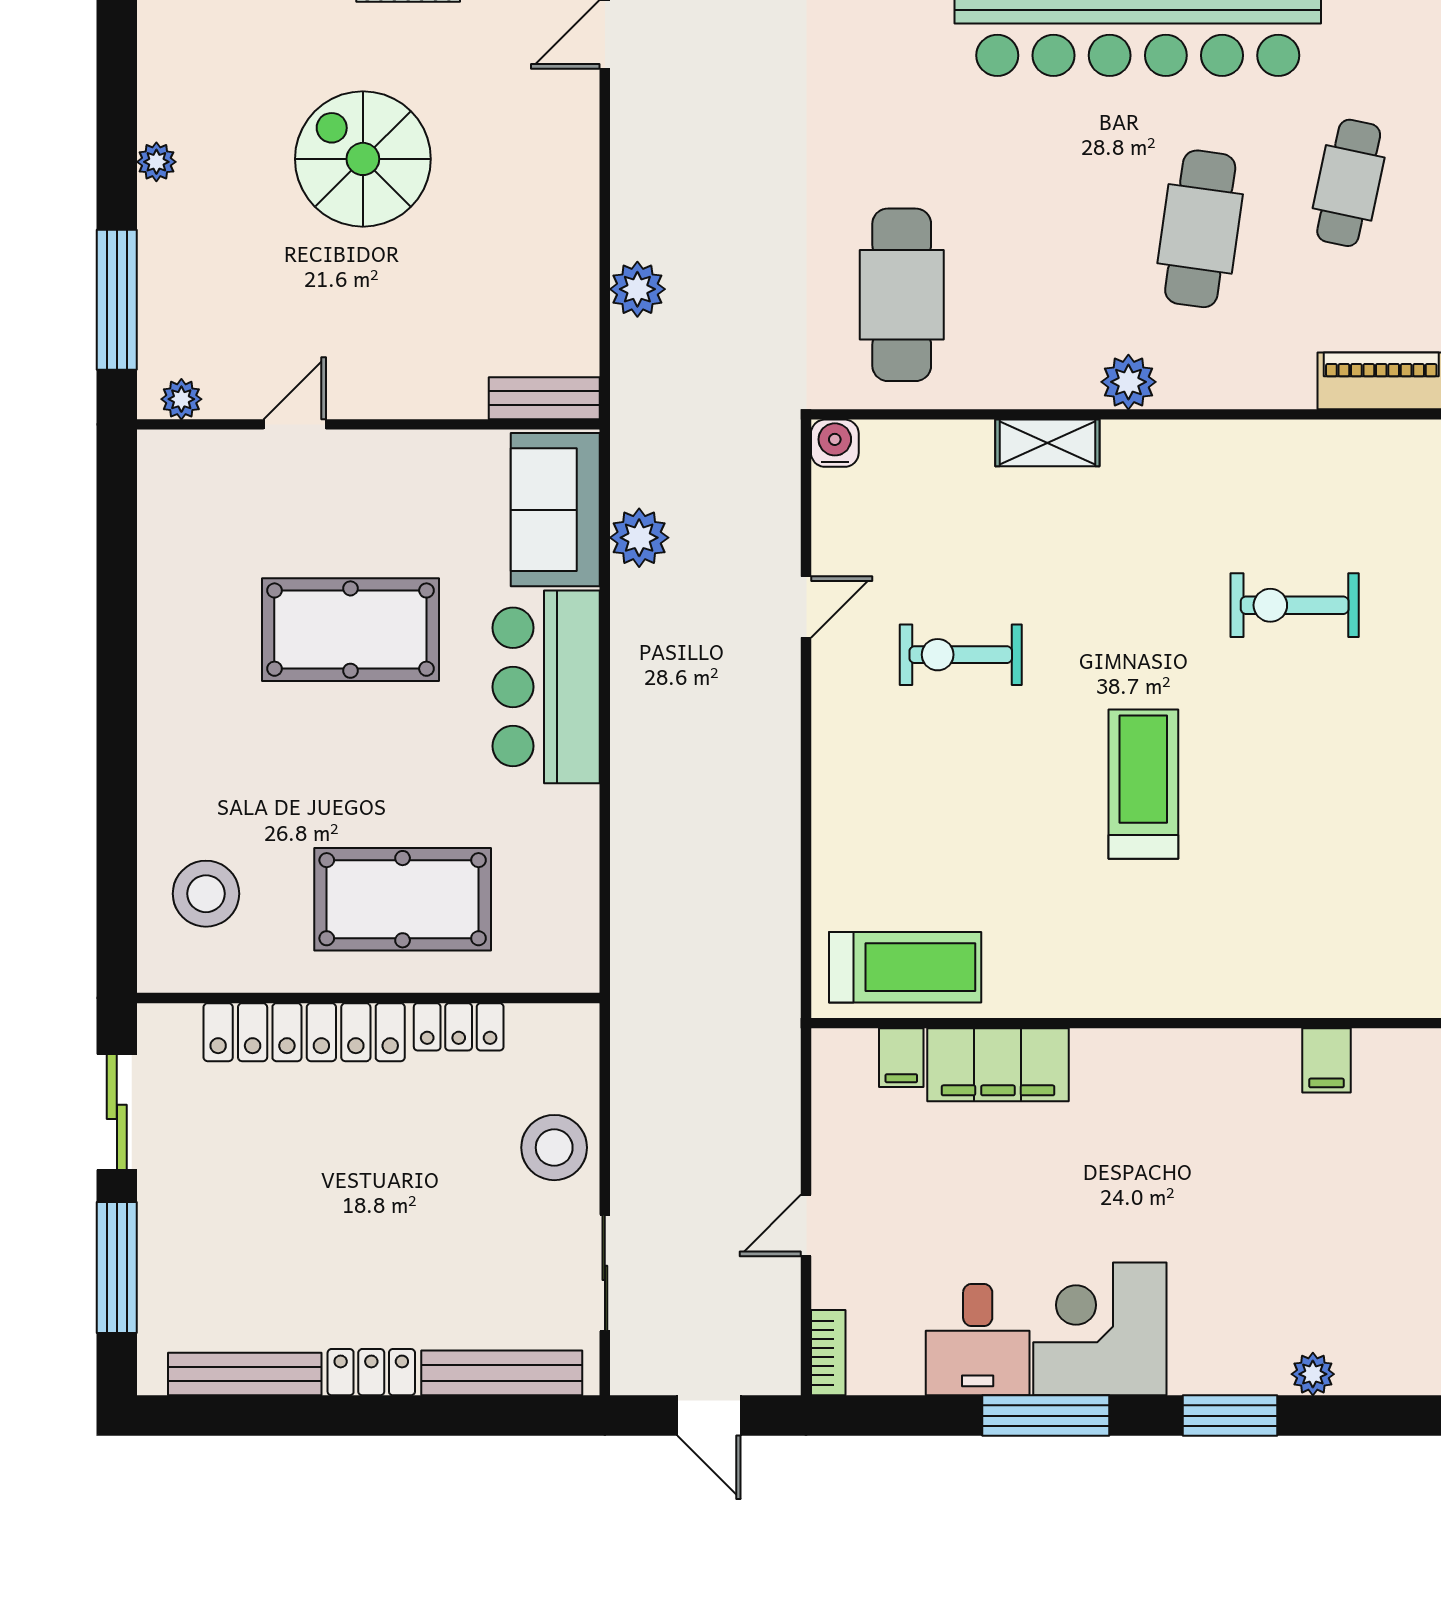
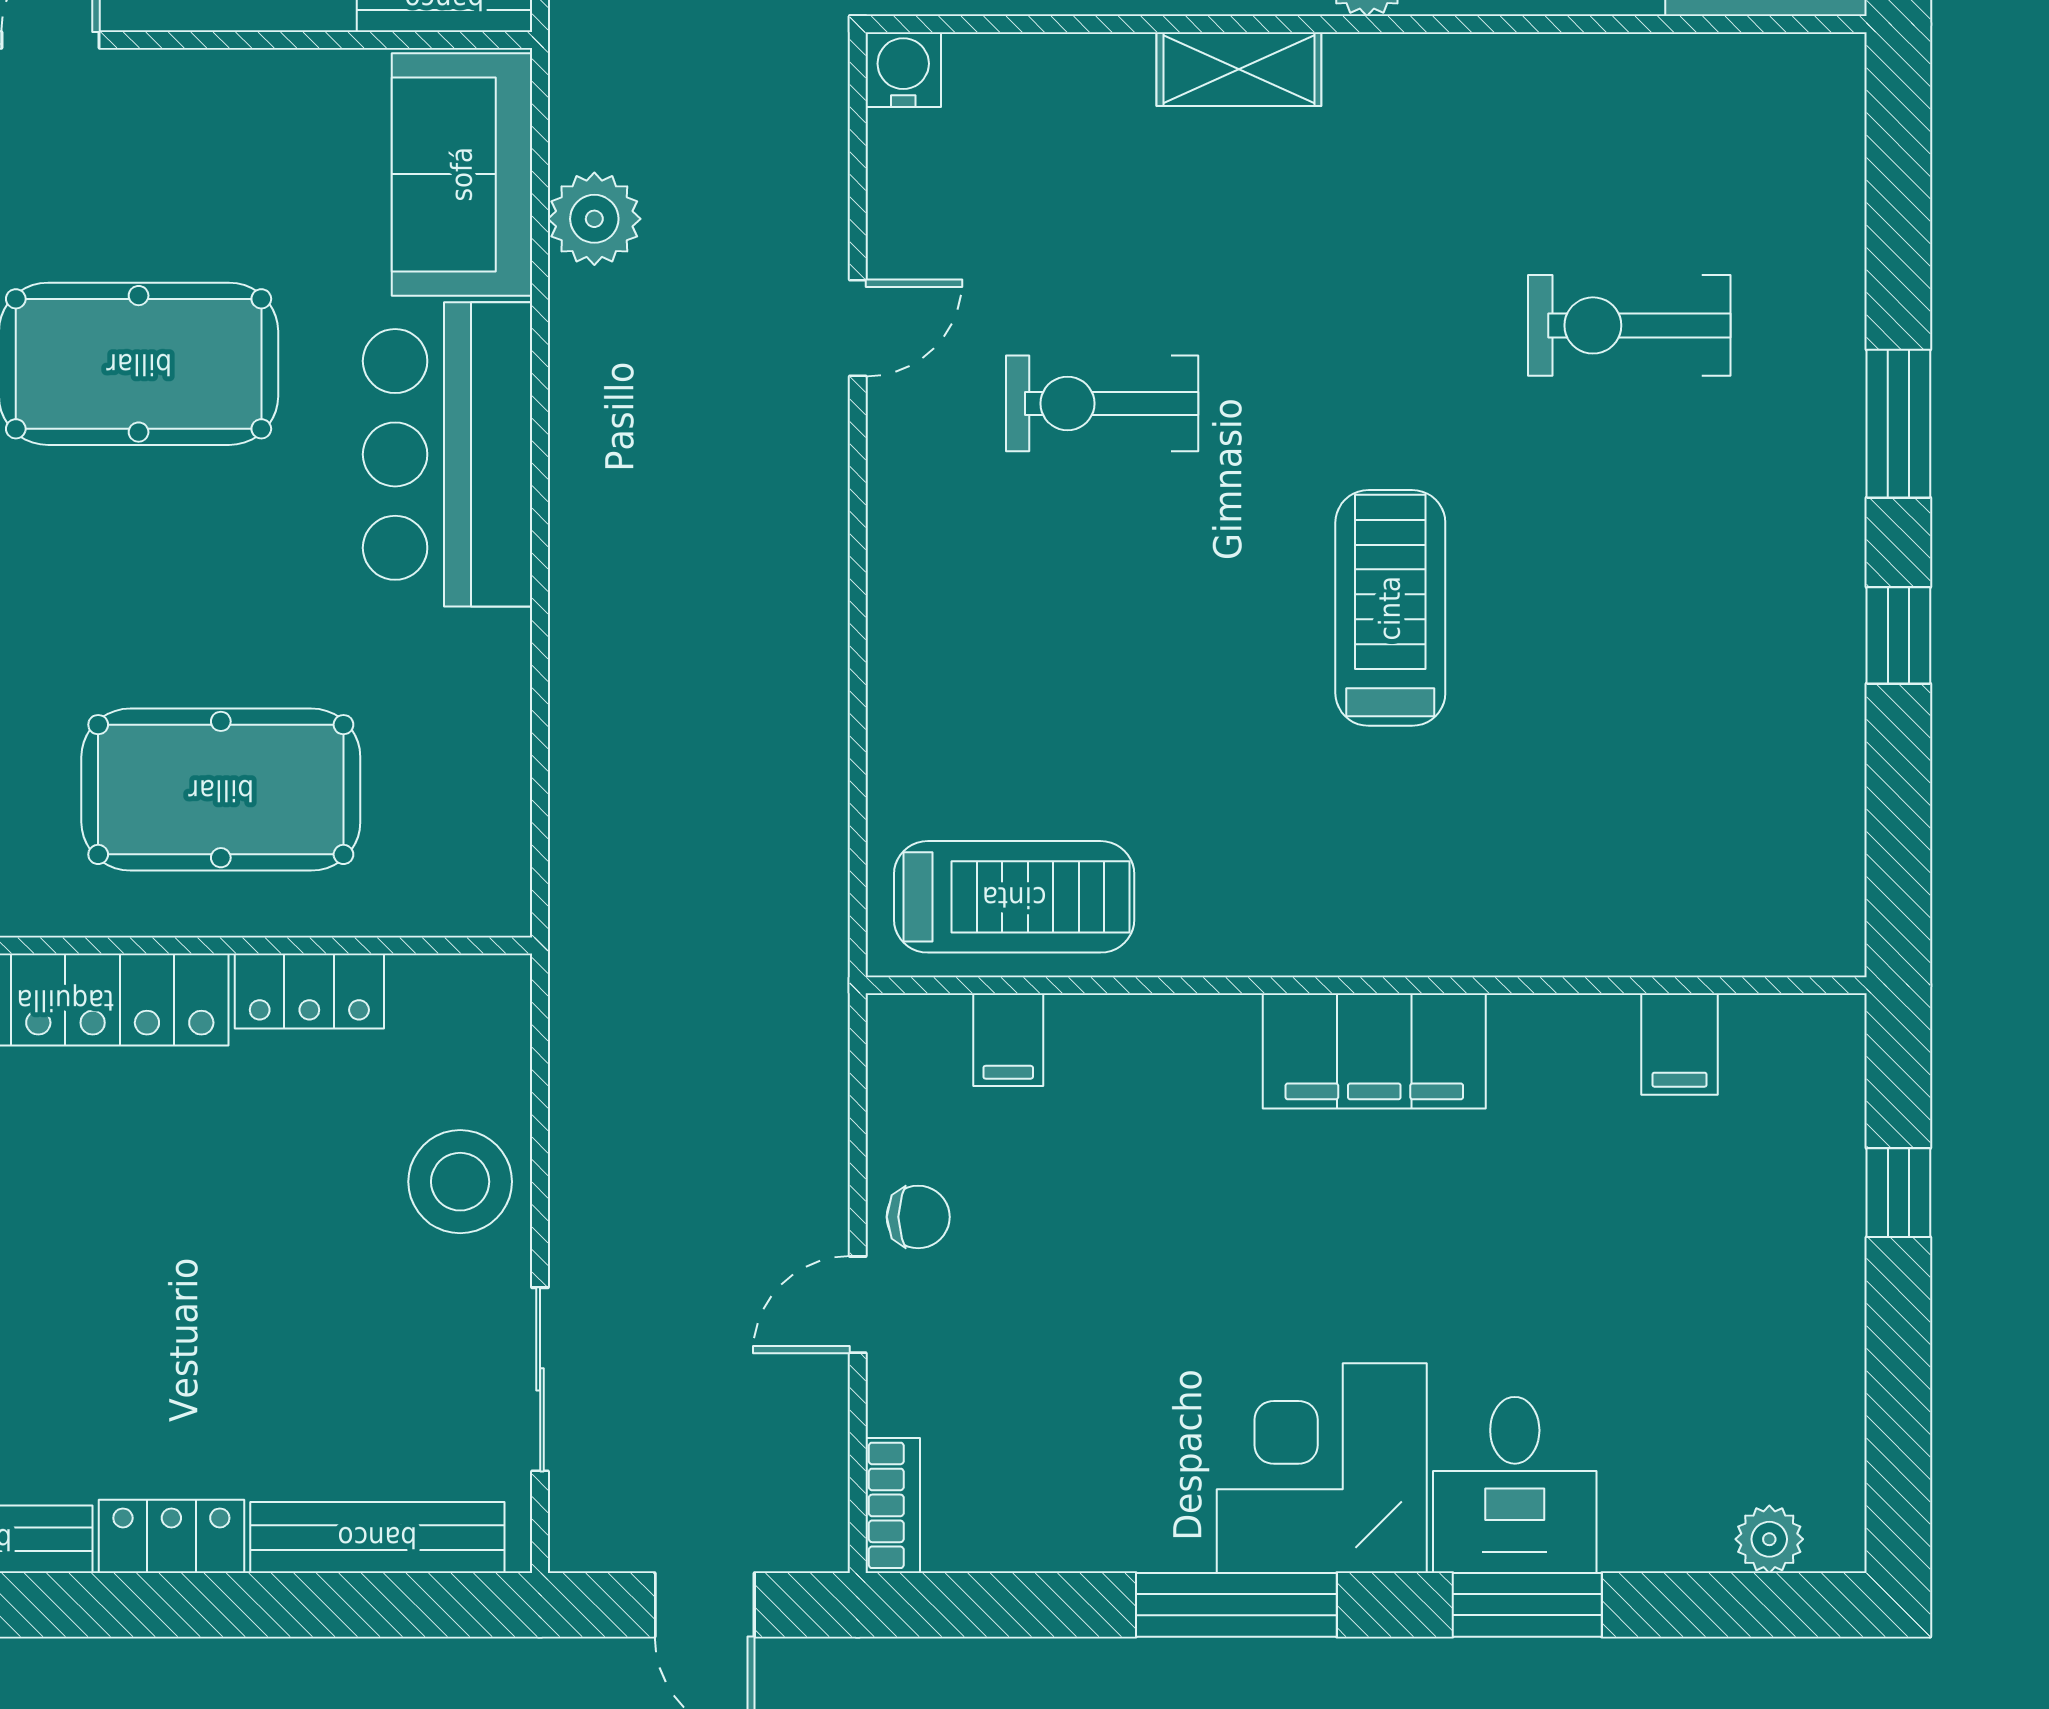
filing cabinet: (998, 1065) -> (1374, 1051), moved
chair: (844, 1170) -> (918, 1217), added
desk: (978, 1340) -> (1515, 1485), moved
plant: (1313, 1374) -> (1769, 1539), moved

